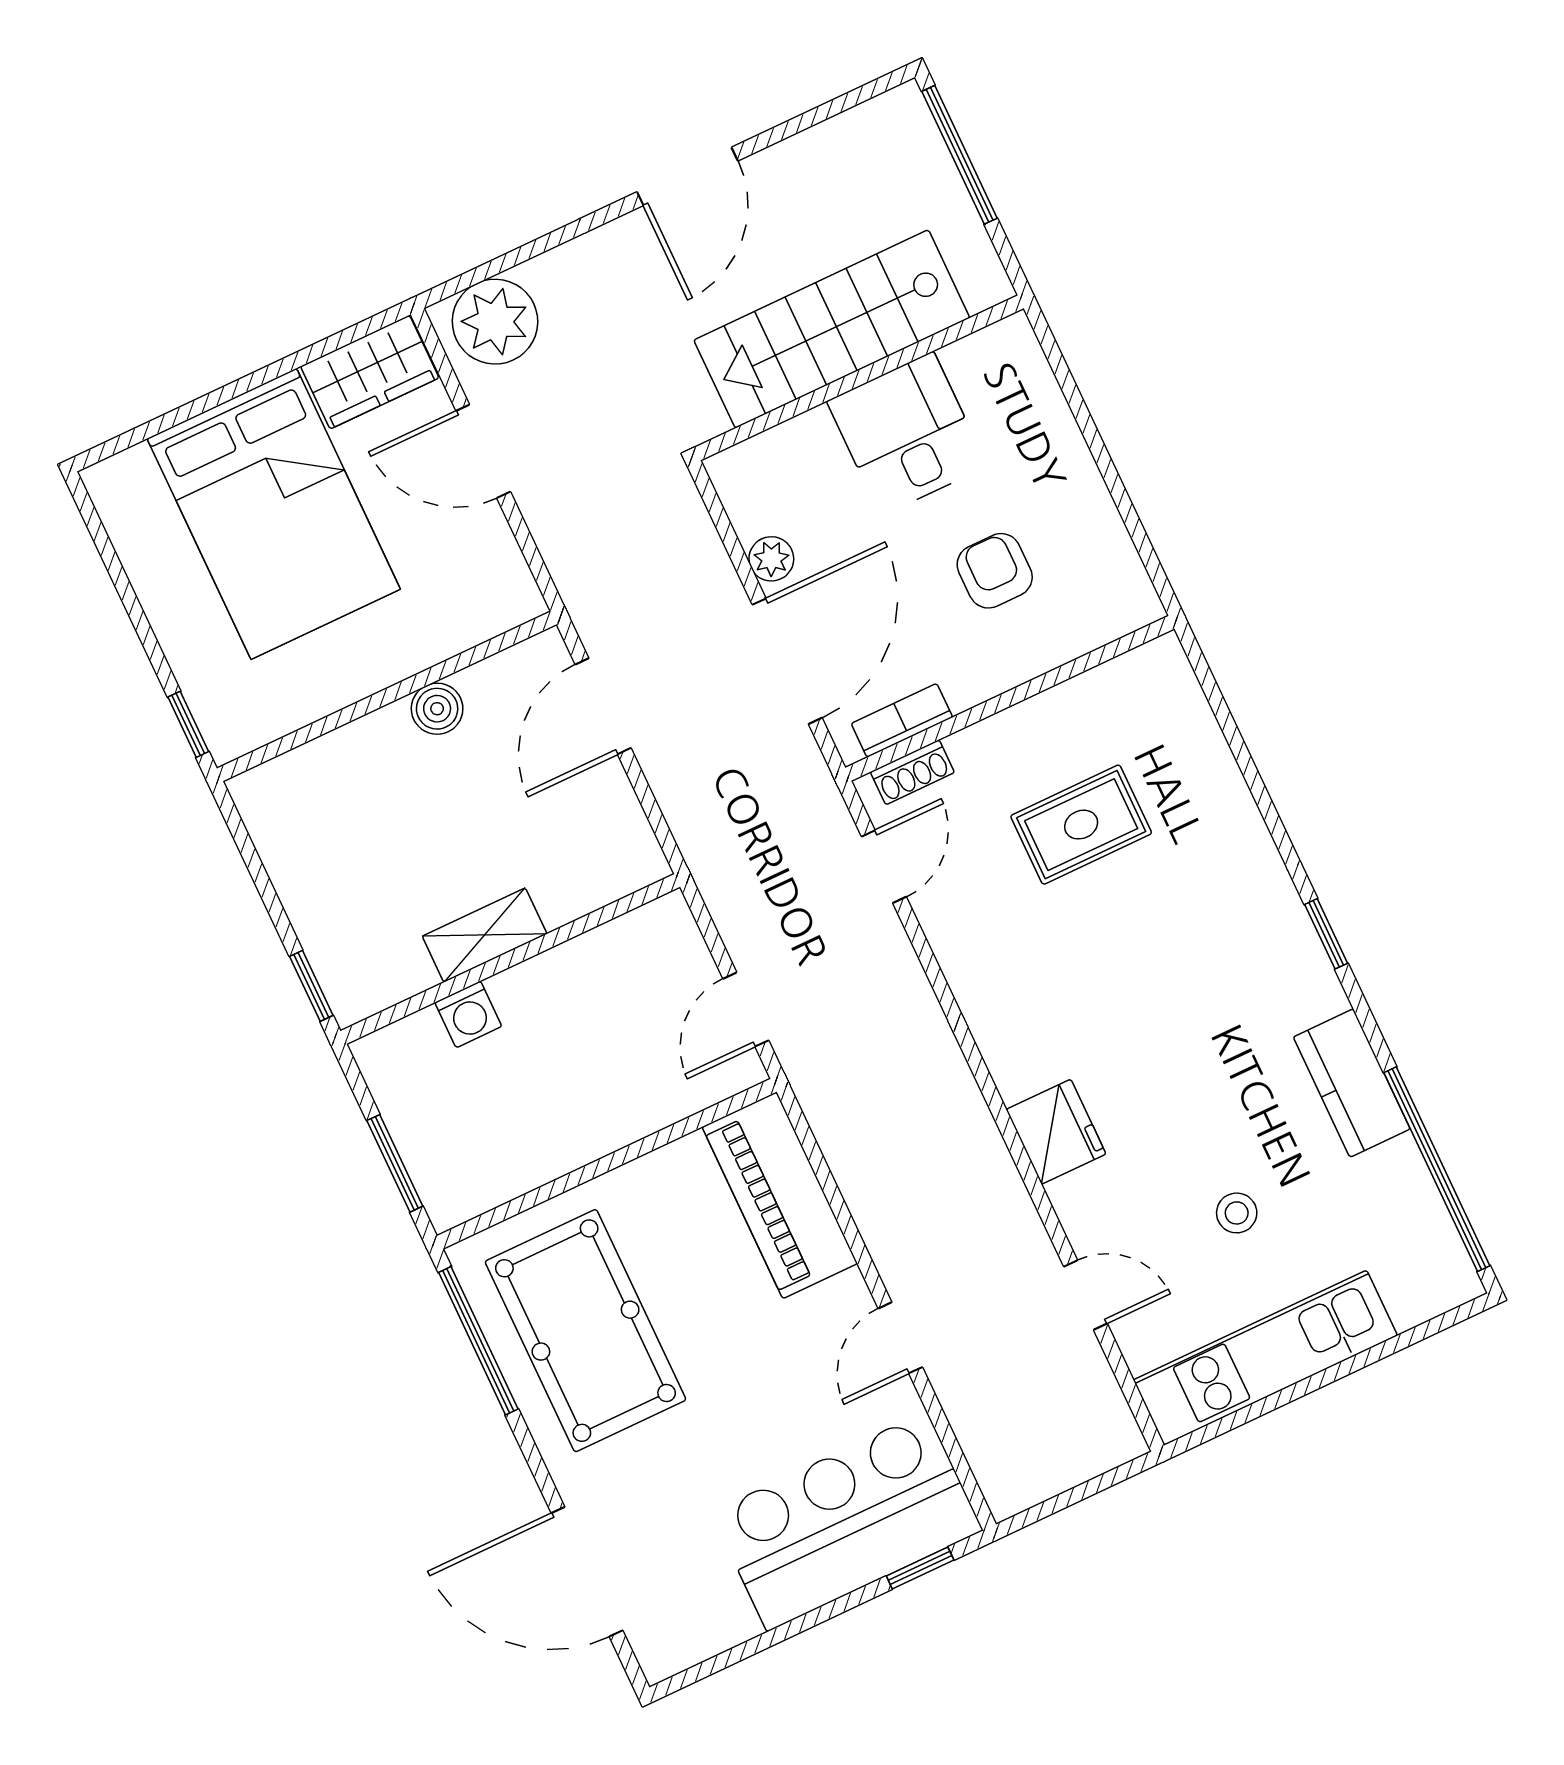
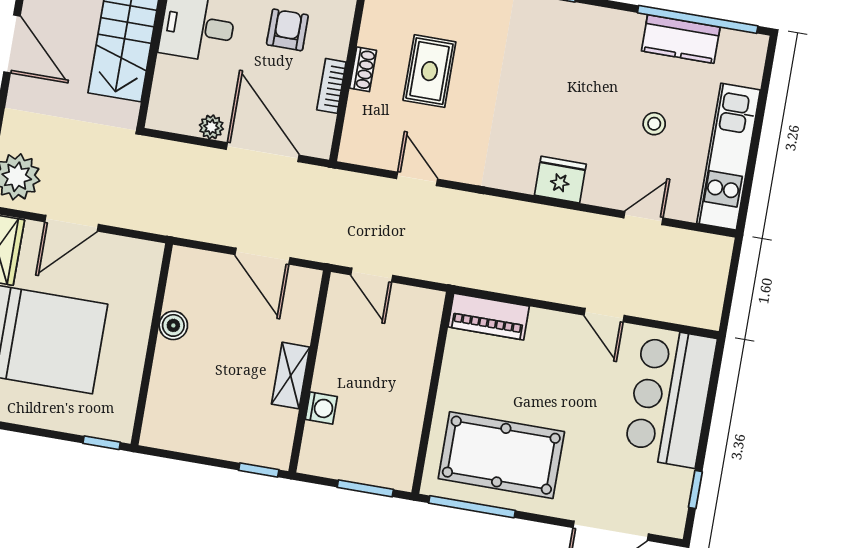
armchair: (995, 571) -> (287, 30), turned 90
door: (603, 706) -> (263, 256), moved
bookcase: (902, 720) -> (331, 86), moved
shoe rack: (912, 772) -> (363, 69), moved
door: (884, 867) -> (417, 179), moved
door: (746, 1010) -> (372, 275), moved
kitchen counter: (1352, 1083) -> (681, 39), moved
piano: (780, 1195) -> (489, 317), width x0.73, depth x0.75
window: (920, 1568) -> (695, 490), moved

